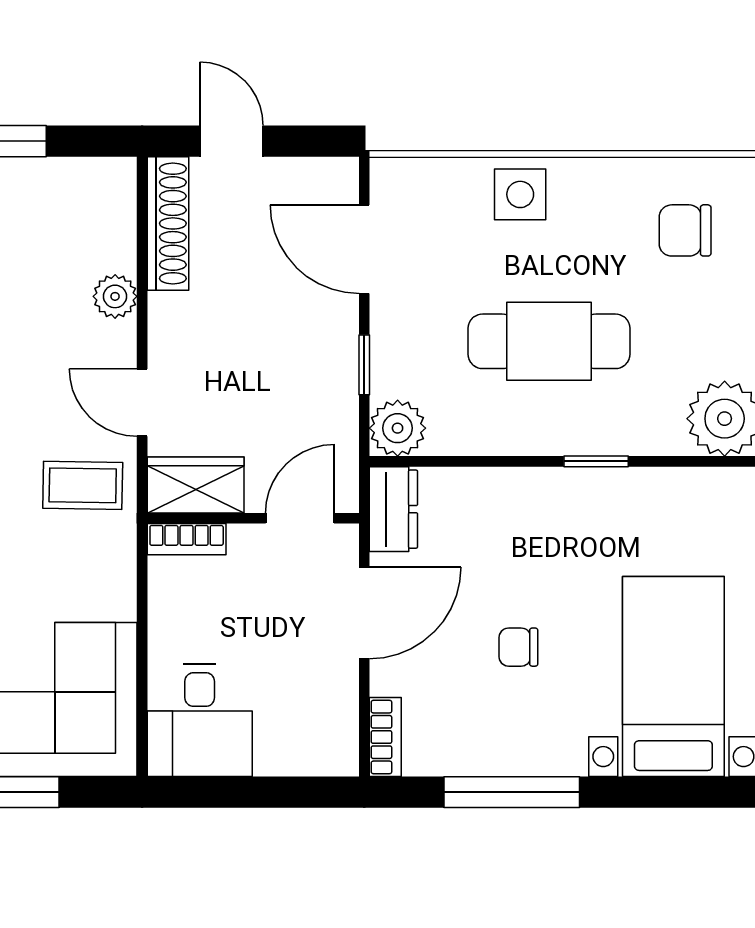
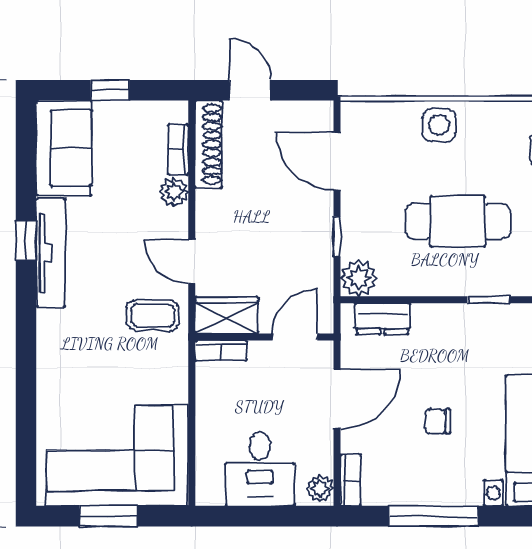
bookcase: (122, 232) -> (178, 150), added
dresser: (393, 509) -> (383, 319), moved, turned 90
desk: (200, 720) -> (260, 469), moved
plant: (338, 750) -> (320, 489), added

